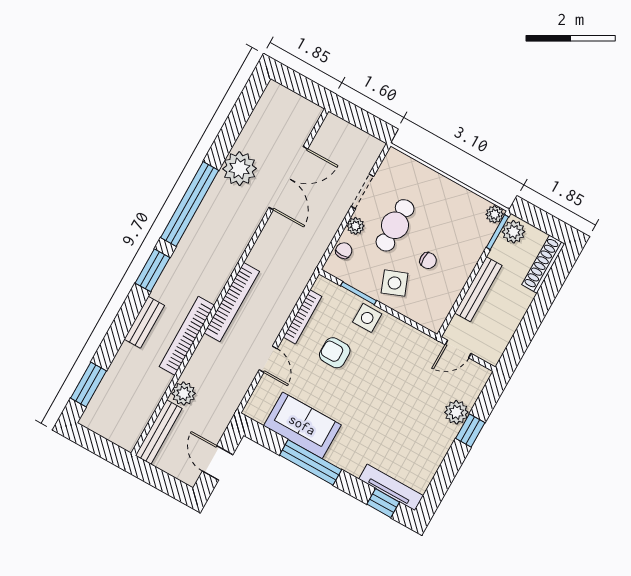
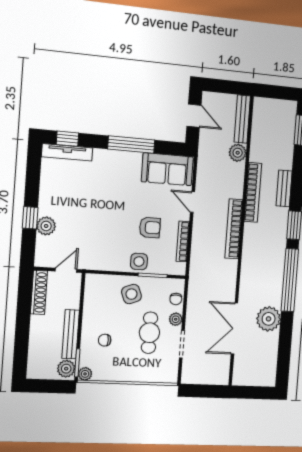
chair: (428, 261) -> (105, 340), moved
shoe rack: (543, 264) -> (39, 292), moved
bench: (478, 289) -> (71, 334), moved
sofa: (302, 425) -> (167, 169), moved

